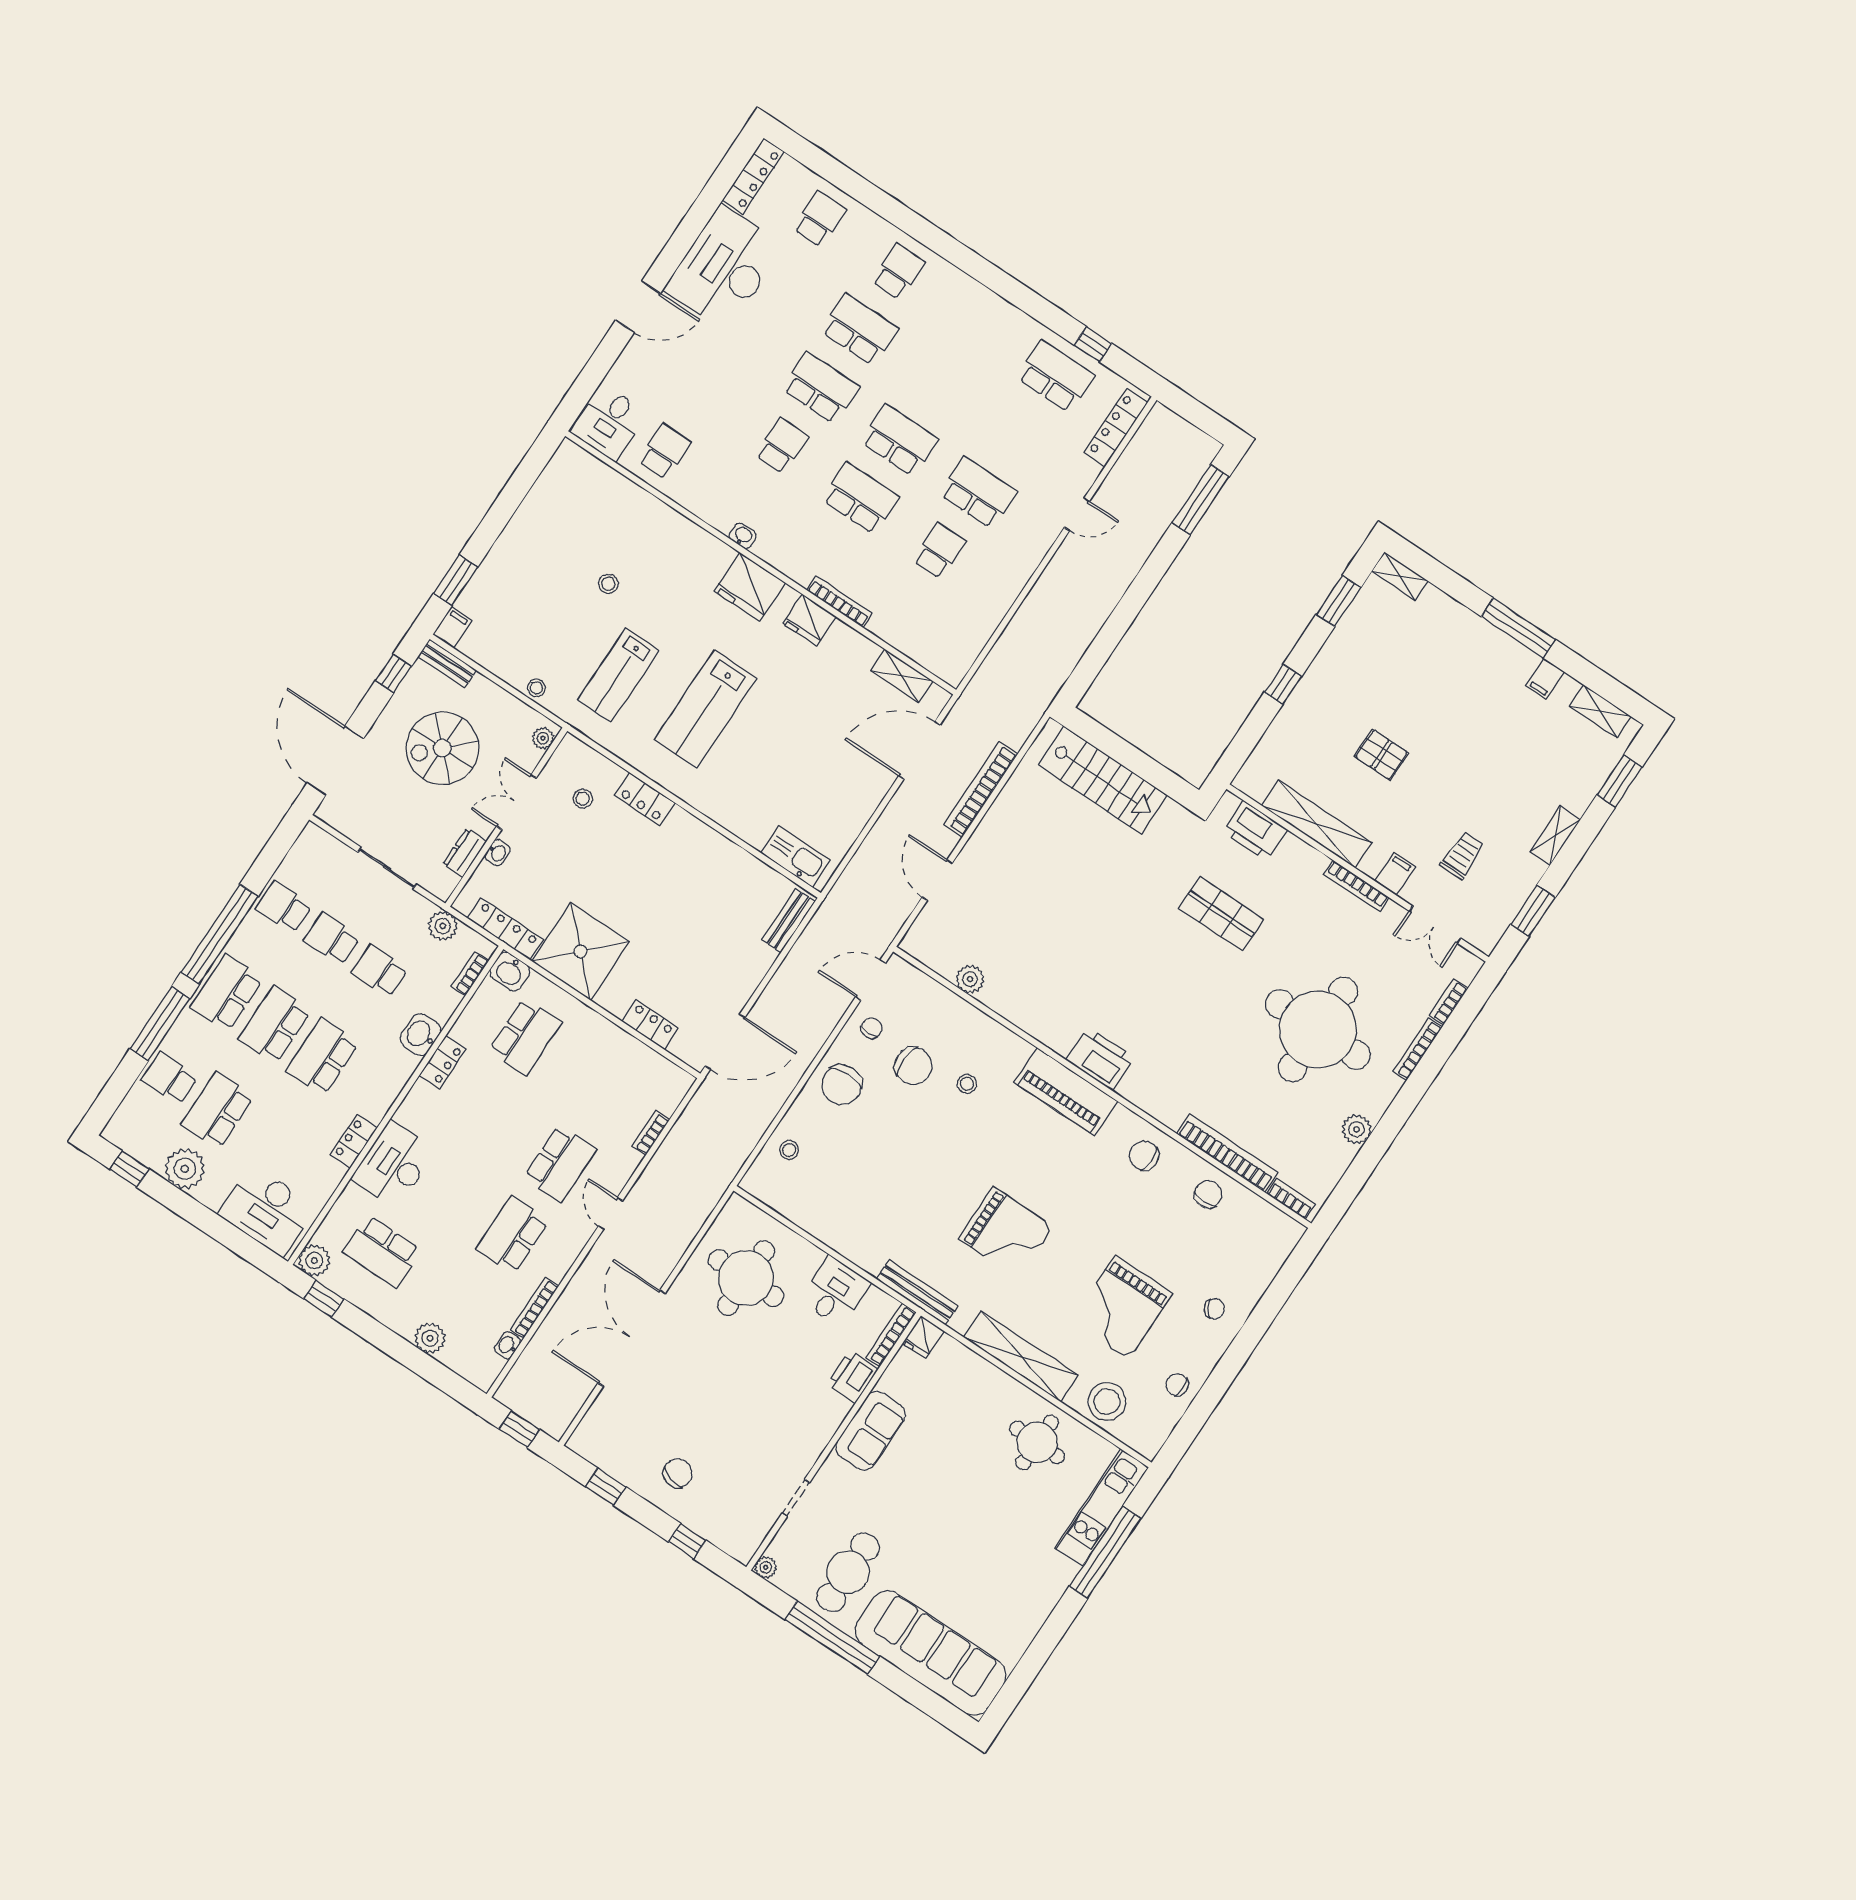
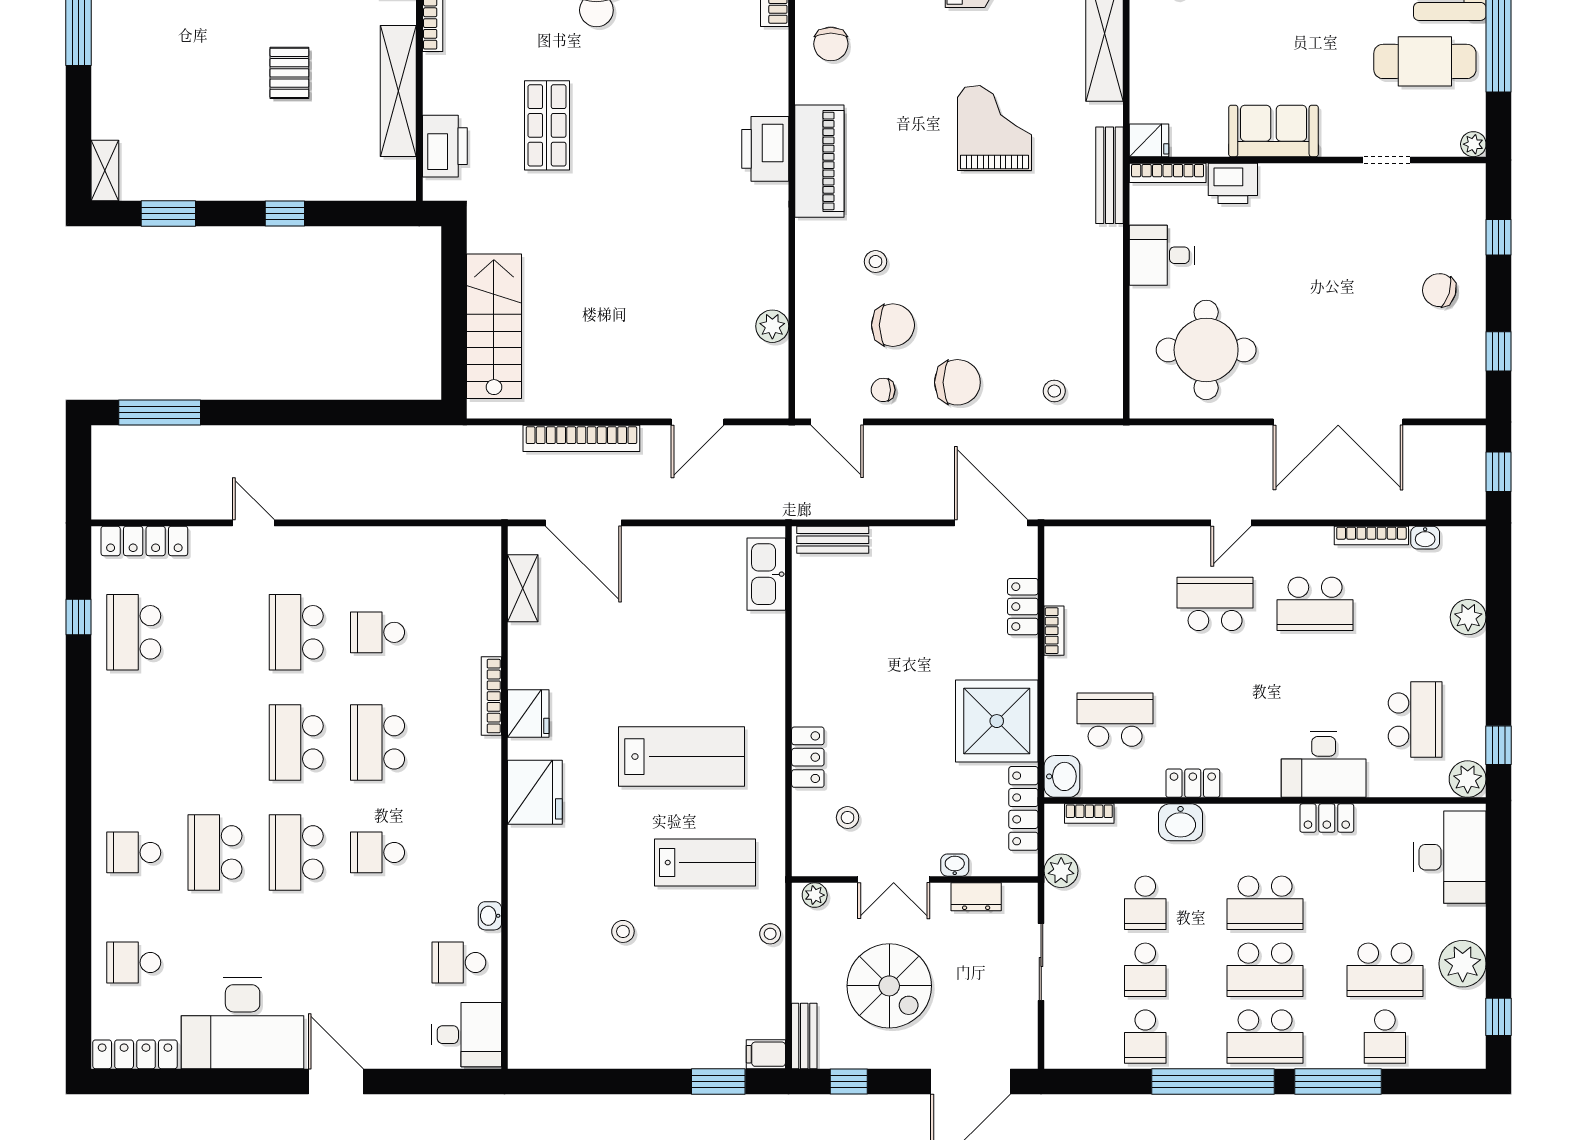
washbasin: (743, 536) -> (490, 916), moved
chair: (913, 1066) -> (893, 325), turned 88
bookcase: (651, 1133) -> (1054, 631), moved, turned -90

